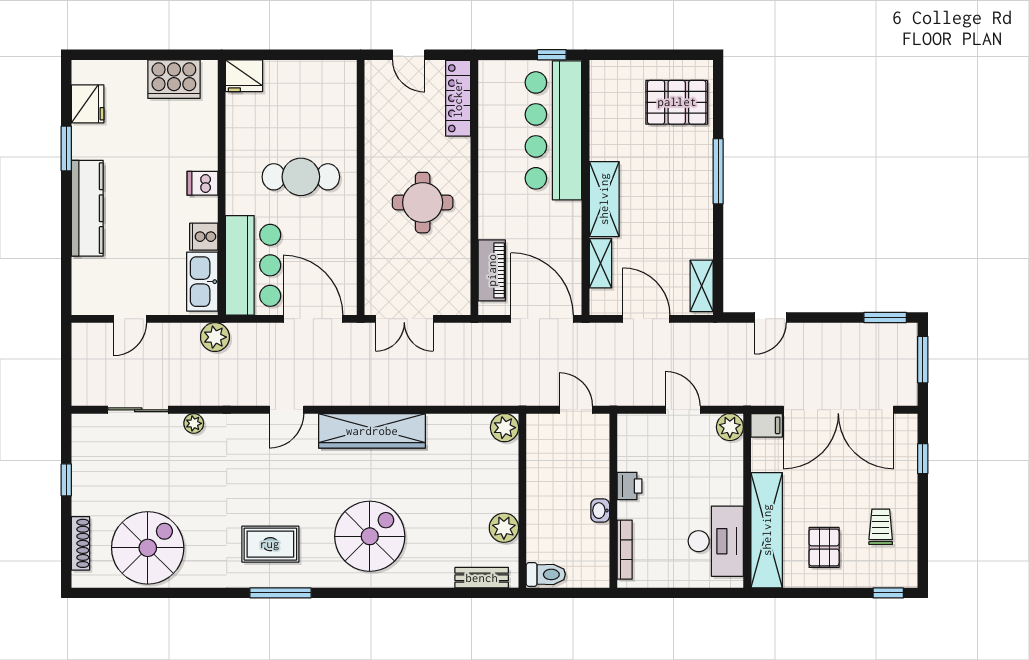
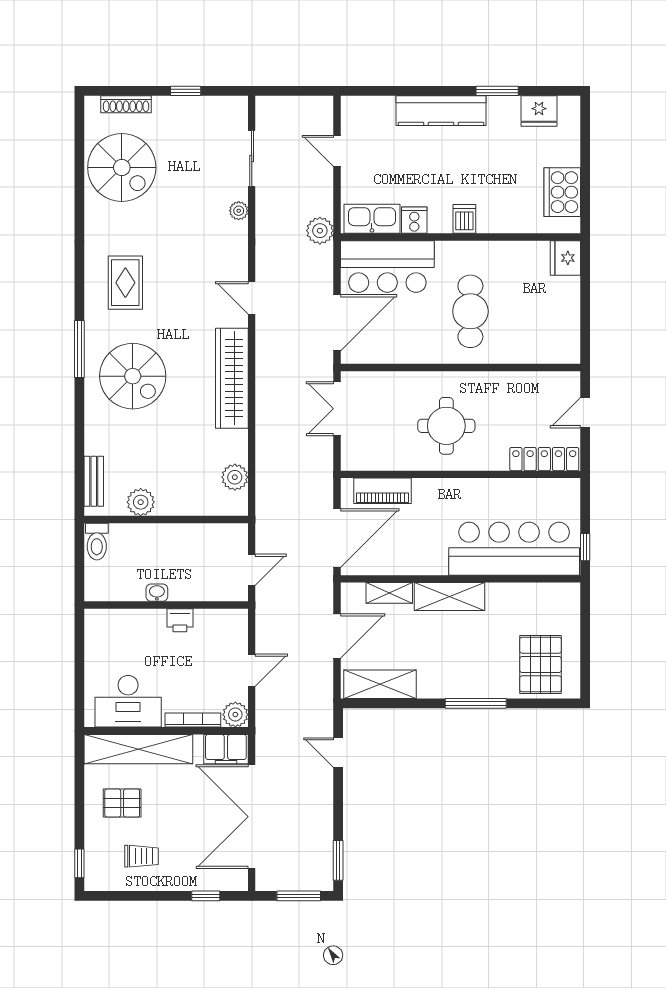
shelving: (702, 286) -> (380, 684), width x1.50, depth x1.33
filing cabinet: (767, 425) -> (226, 749), width x2.00
plant: (504, 428) -> (235, 477), moved
bookcase: (625, 550) -> (193, 720), moved, turned 180
window: (281, 593) -> (79, 349), moved

